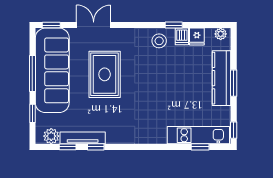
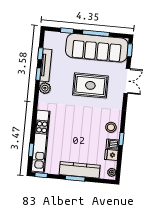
kitchen unit: (198, 135) -> (41, 141), width x1.36
plant: (51, 136) -> (45, 88), moved

